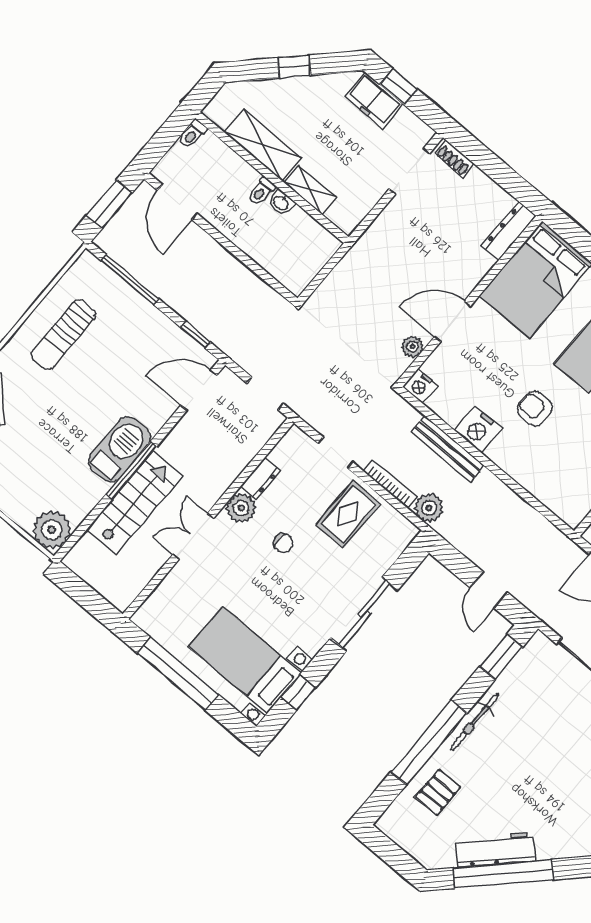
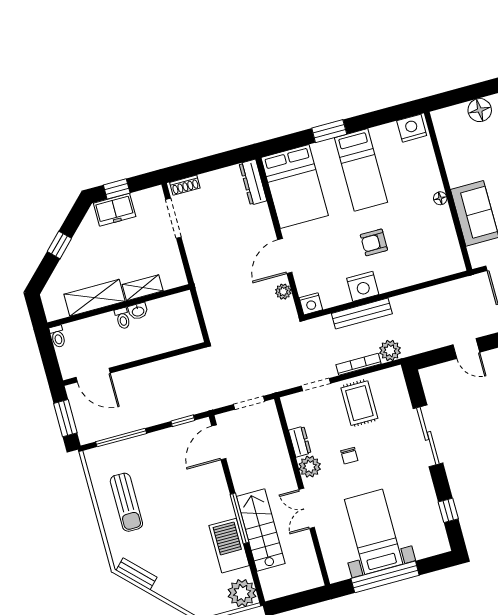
barbecue: (119, 449) -> (229, 546), moved
chair: (283, 543) -> (349, 456), turned 90
bed with nightstands: (245, 660) -> (374, 532), moved, turned 90

